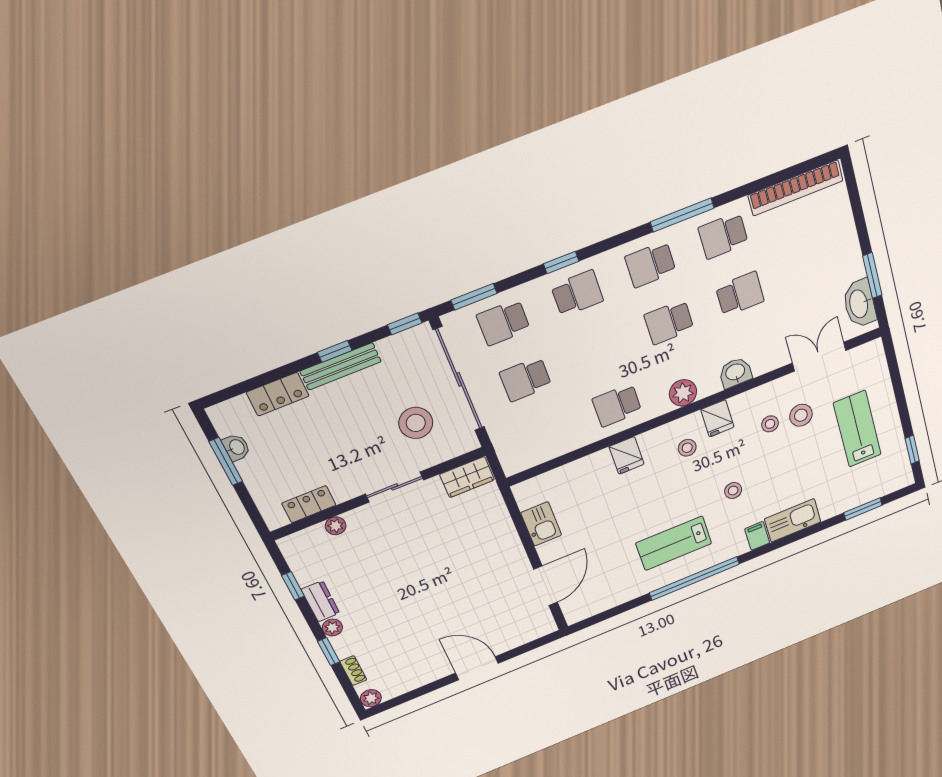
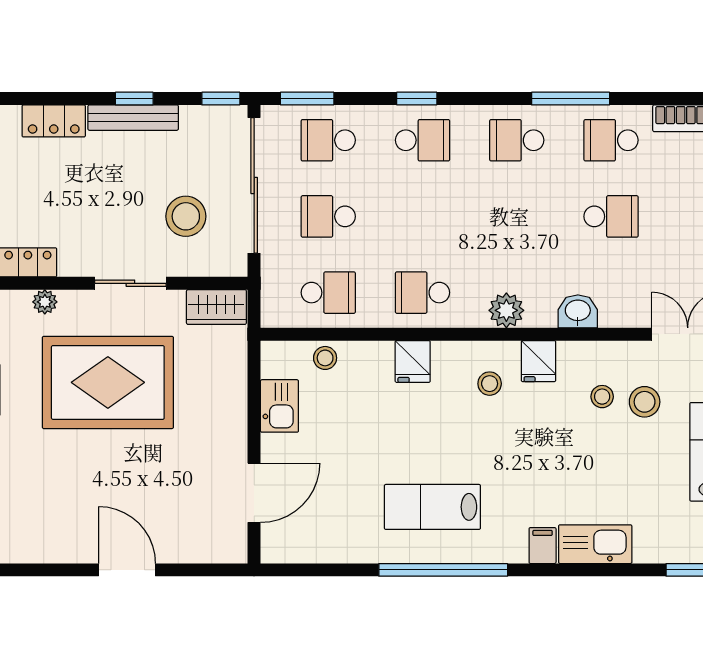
school desk: (669, 322) -> (328, 293), moved, turned 180
stool: (733, 491) -> (325, 358), moved
rug: (409, 560) -> (108, 382), added

